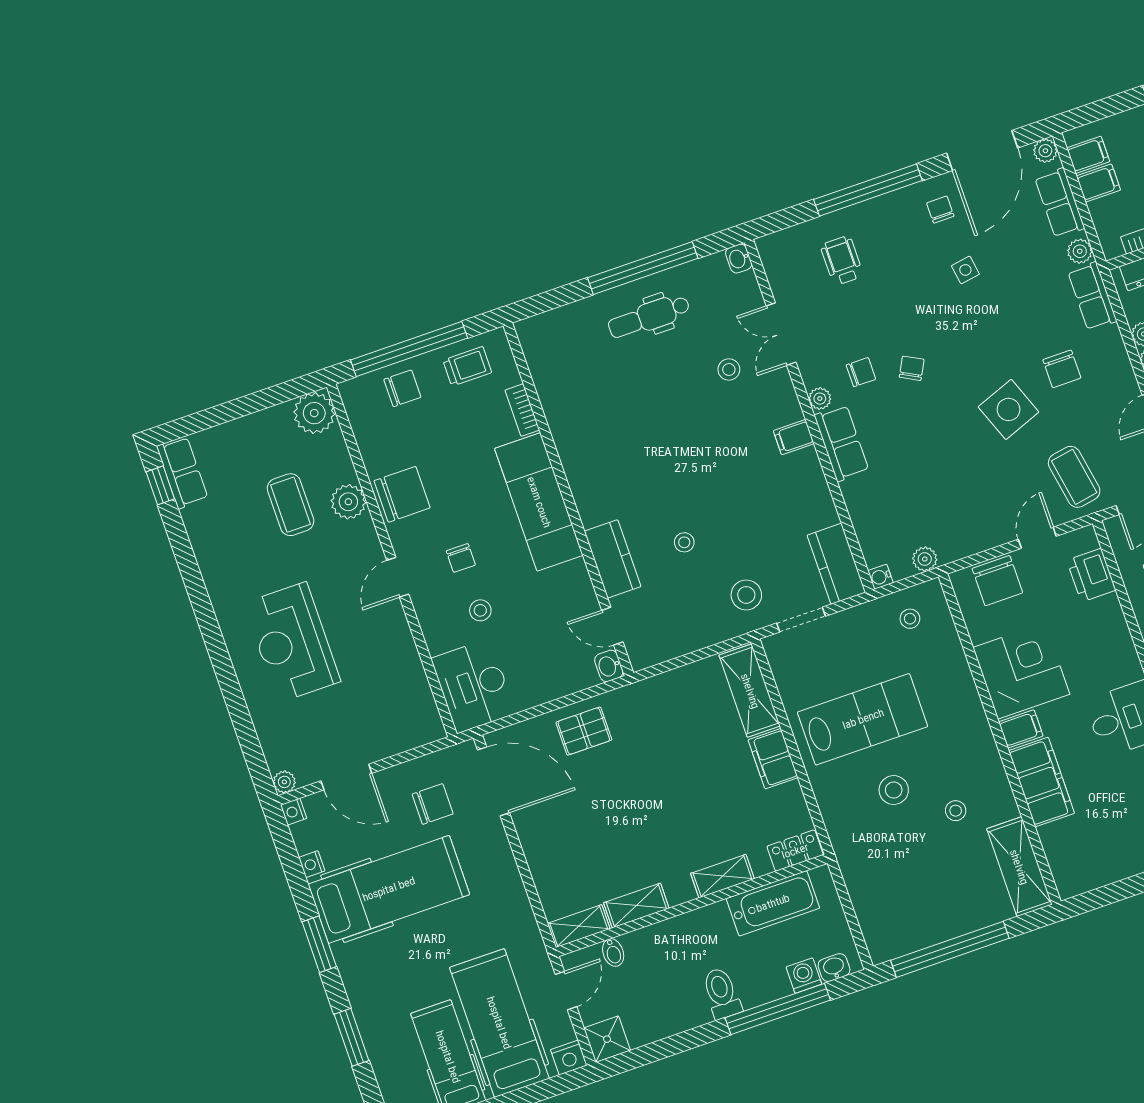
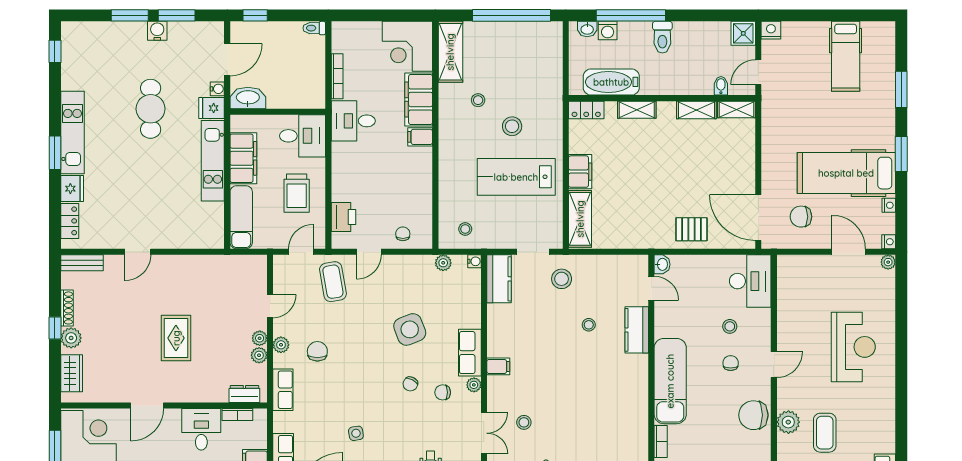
plant: (1080, 251) -> (281, 345), moved
side table: (1009, 409) -> (410, 329), moved
chair: (997, 581) -> (403, 234), width x0.54, depth x0.54
corner desk: (1021, 671) -> (407, 46), moved
hospital bed: (499, 1023) -> (807, 66), removed

